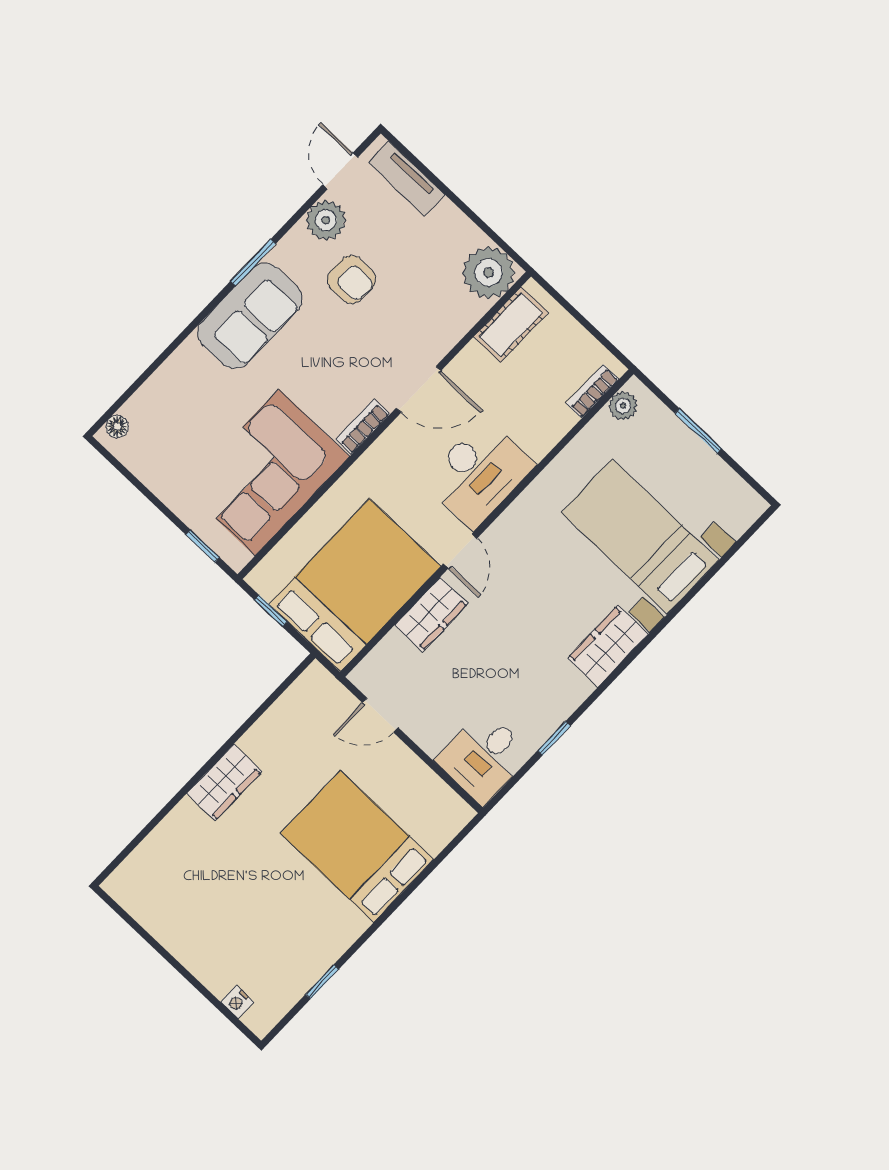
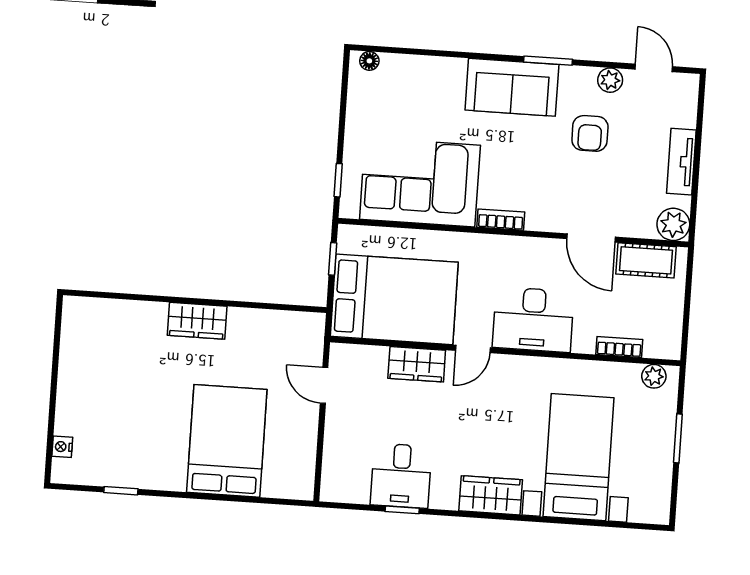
door: (340, 171) -> (654, 68), hinge flipped
tv unit: (407, 179) -> (681, 162), moved
plant: (326, 220) -> (610, 80), width x0.73, depth x0.73
plant: (489, 273) -> (673, 224), width x0.73, depth x0.73
door: (419, 389) -> (591, 238), moved
bookcase: (593, 391) -> (619, 347), moved
desk: (483, 757) -> (401, 476), moved, turned -90

